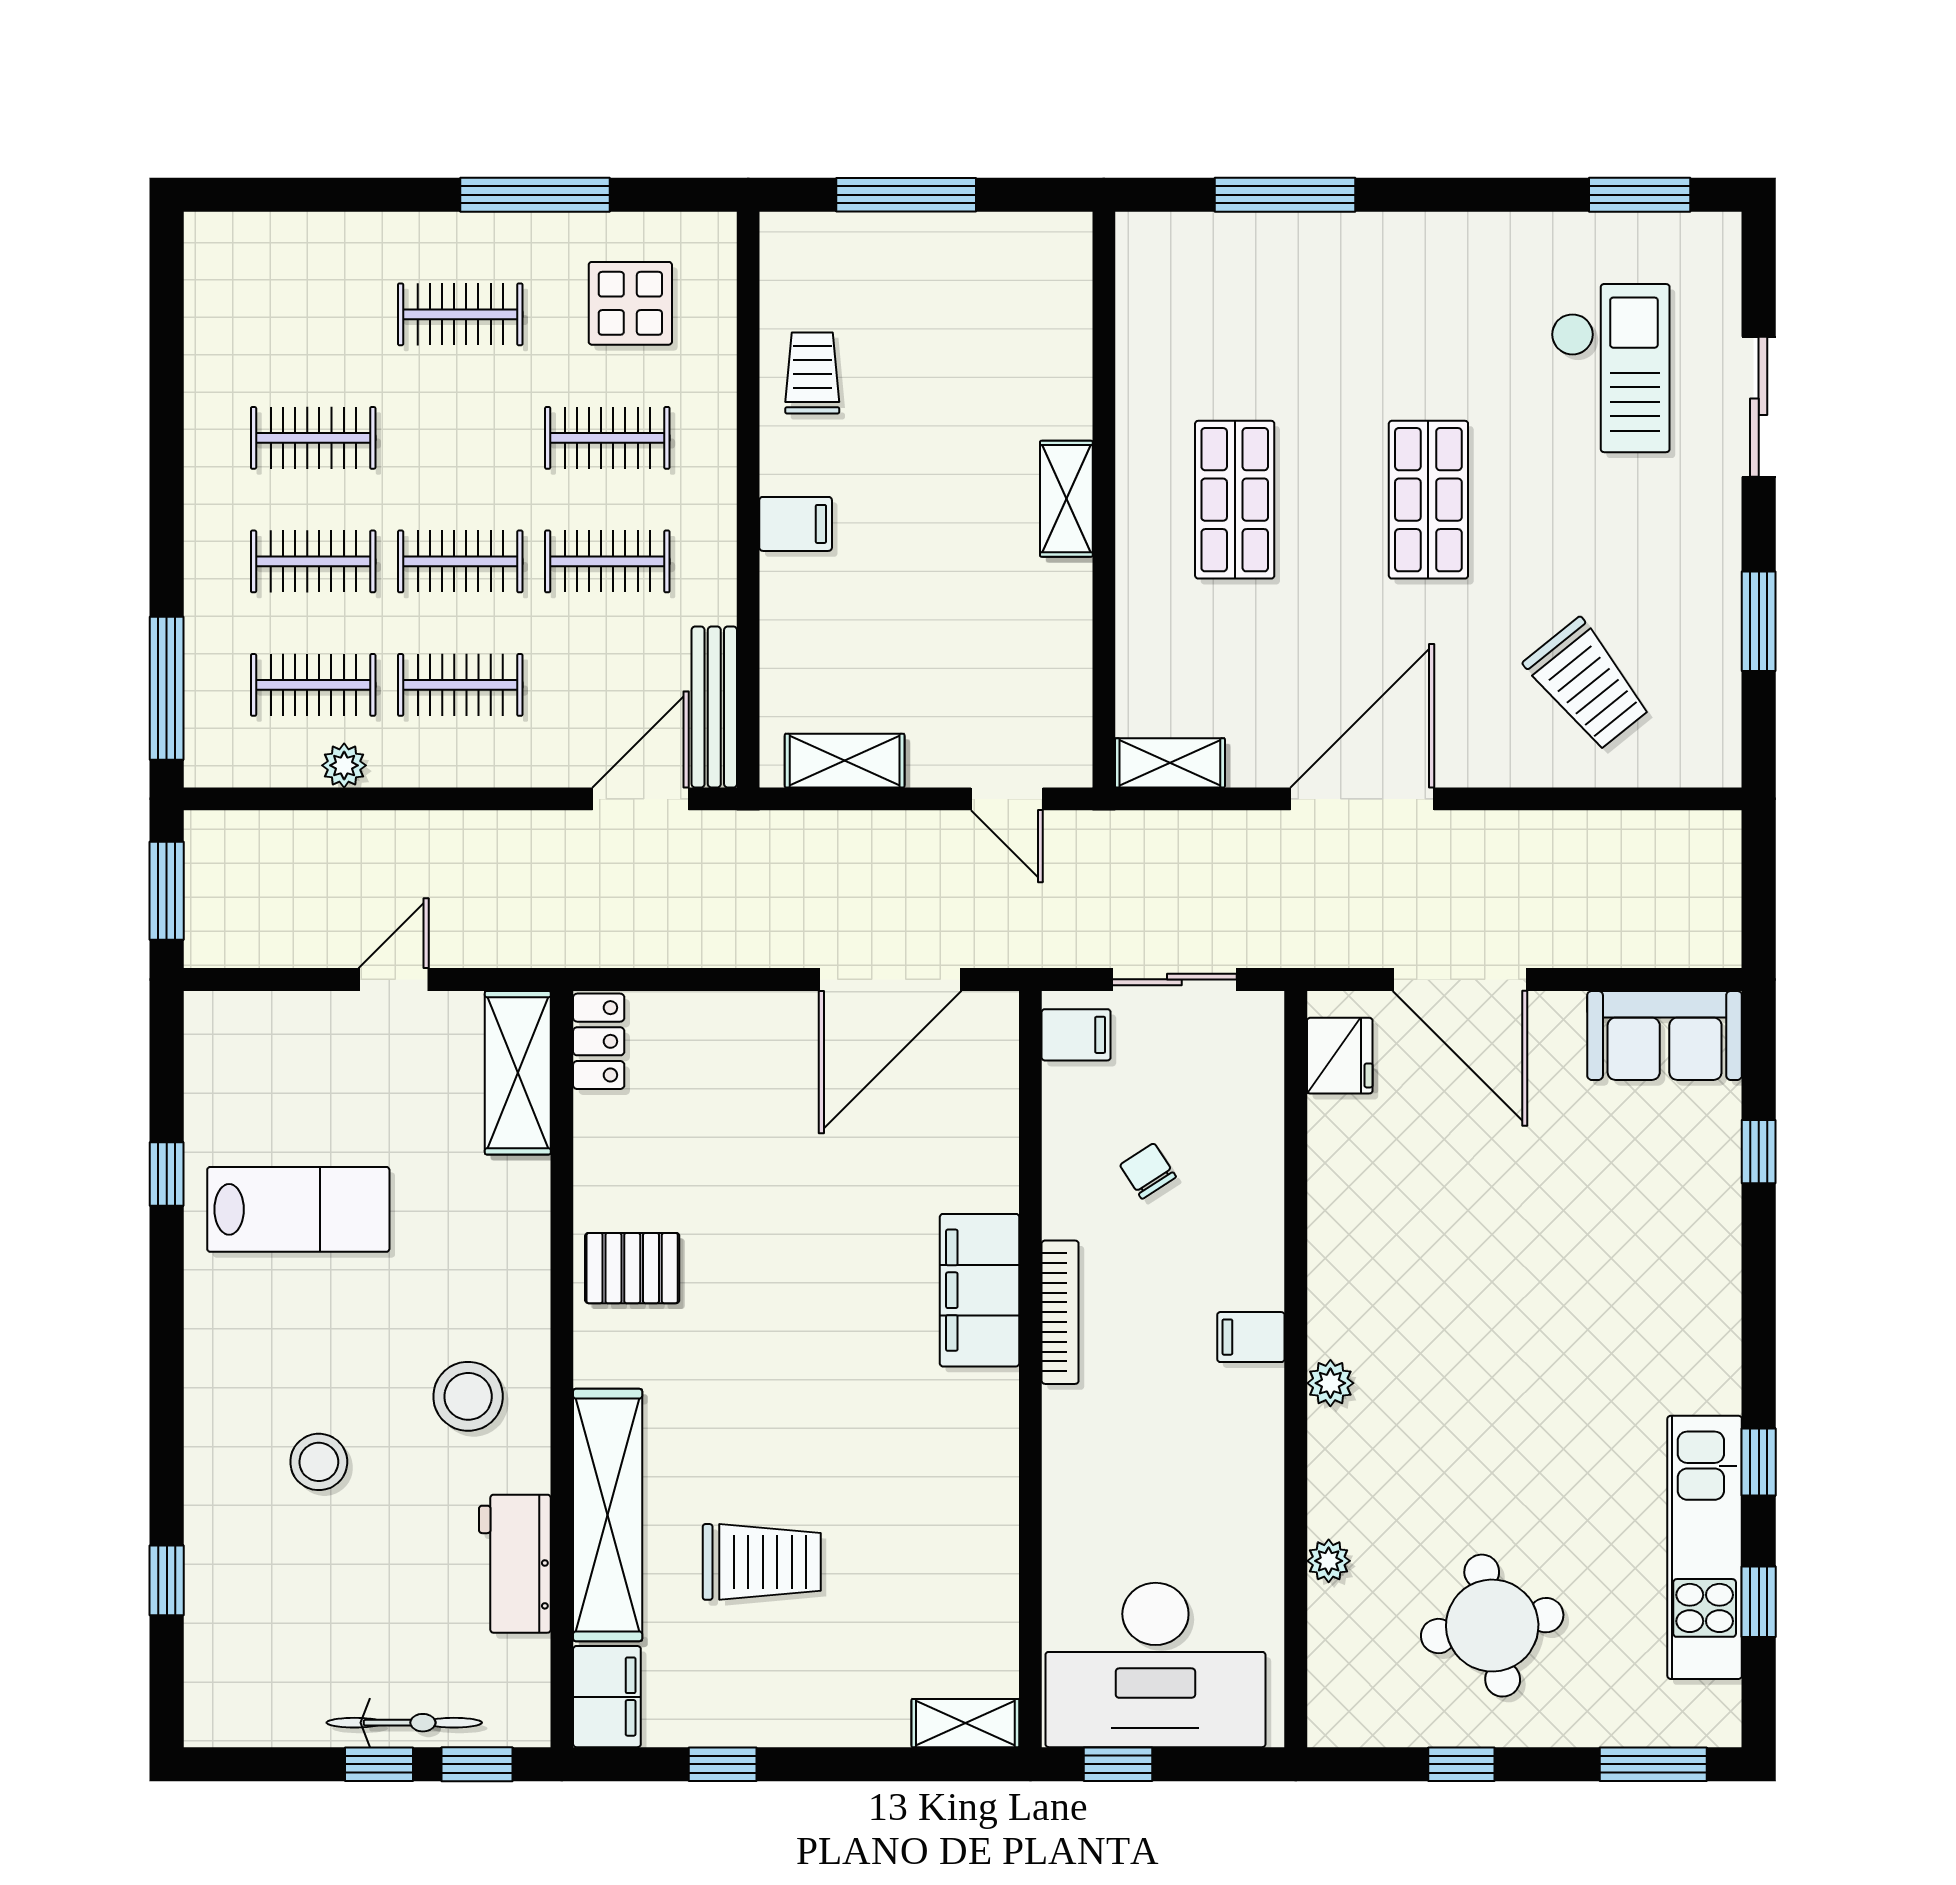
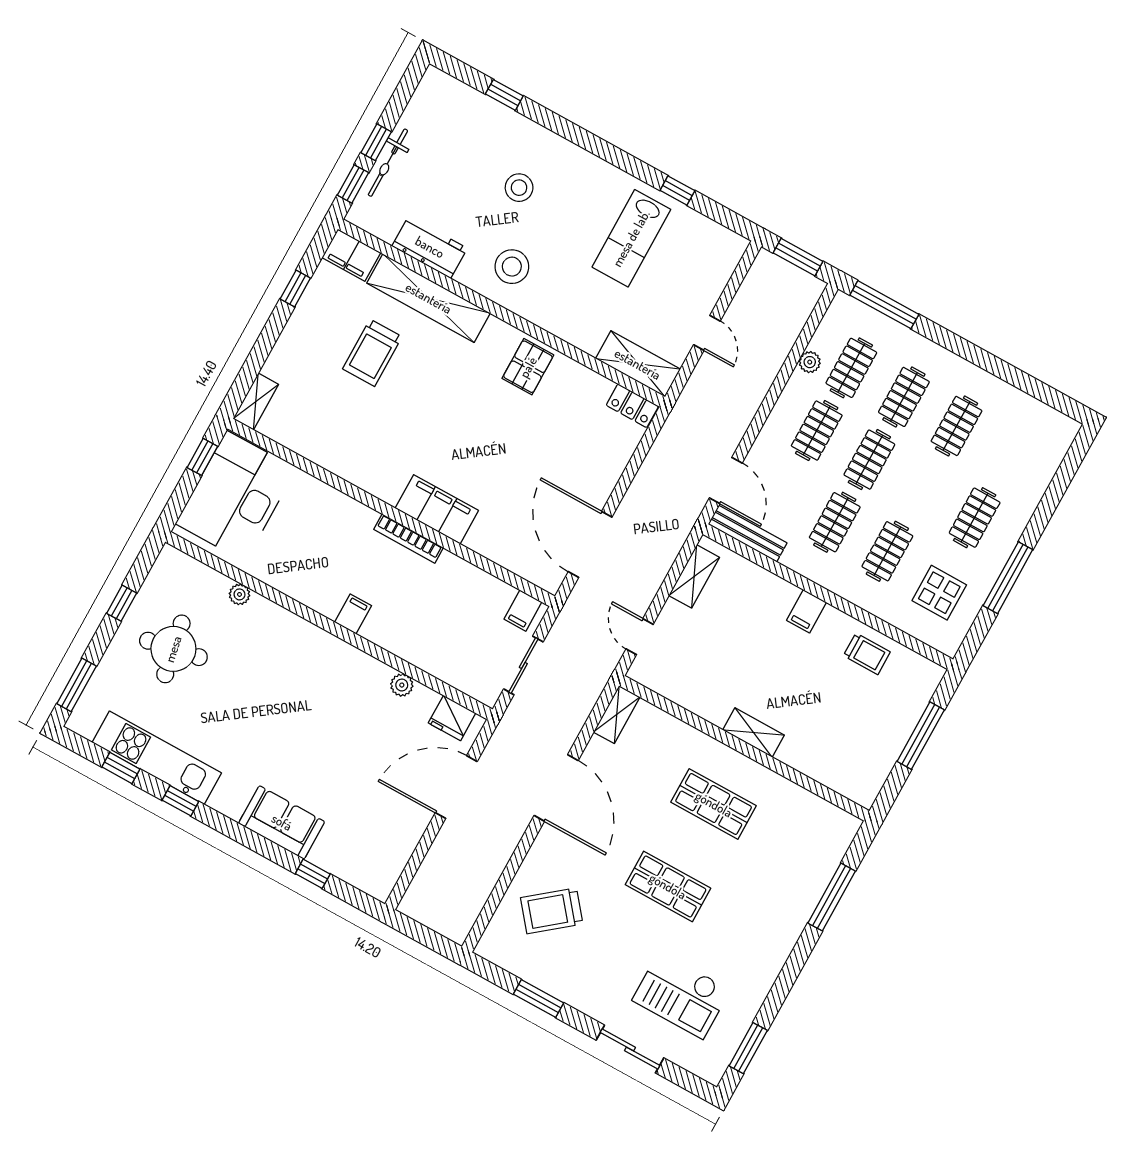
door: (1007, 799) -> (640, 637), hinge flipped
sofa: (1665, 1035) -> (282, 822), moved, turned 90
chair: (1148, 1171) -> (448, 609), removed
plant: (1330, 1383) -> (402, 685), moved

